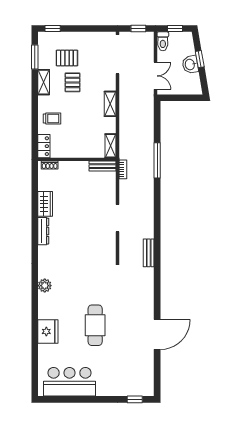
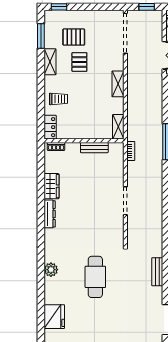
bench: (103, 166) -> (94, 148), moved
bench: (149, 253) -> (157, 272), moved
cafe table: (95, 325) -> (95, 277), moved

